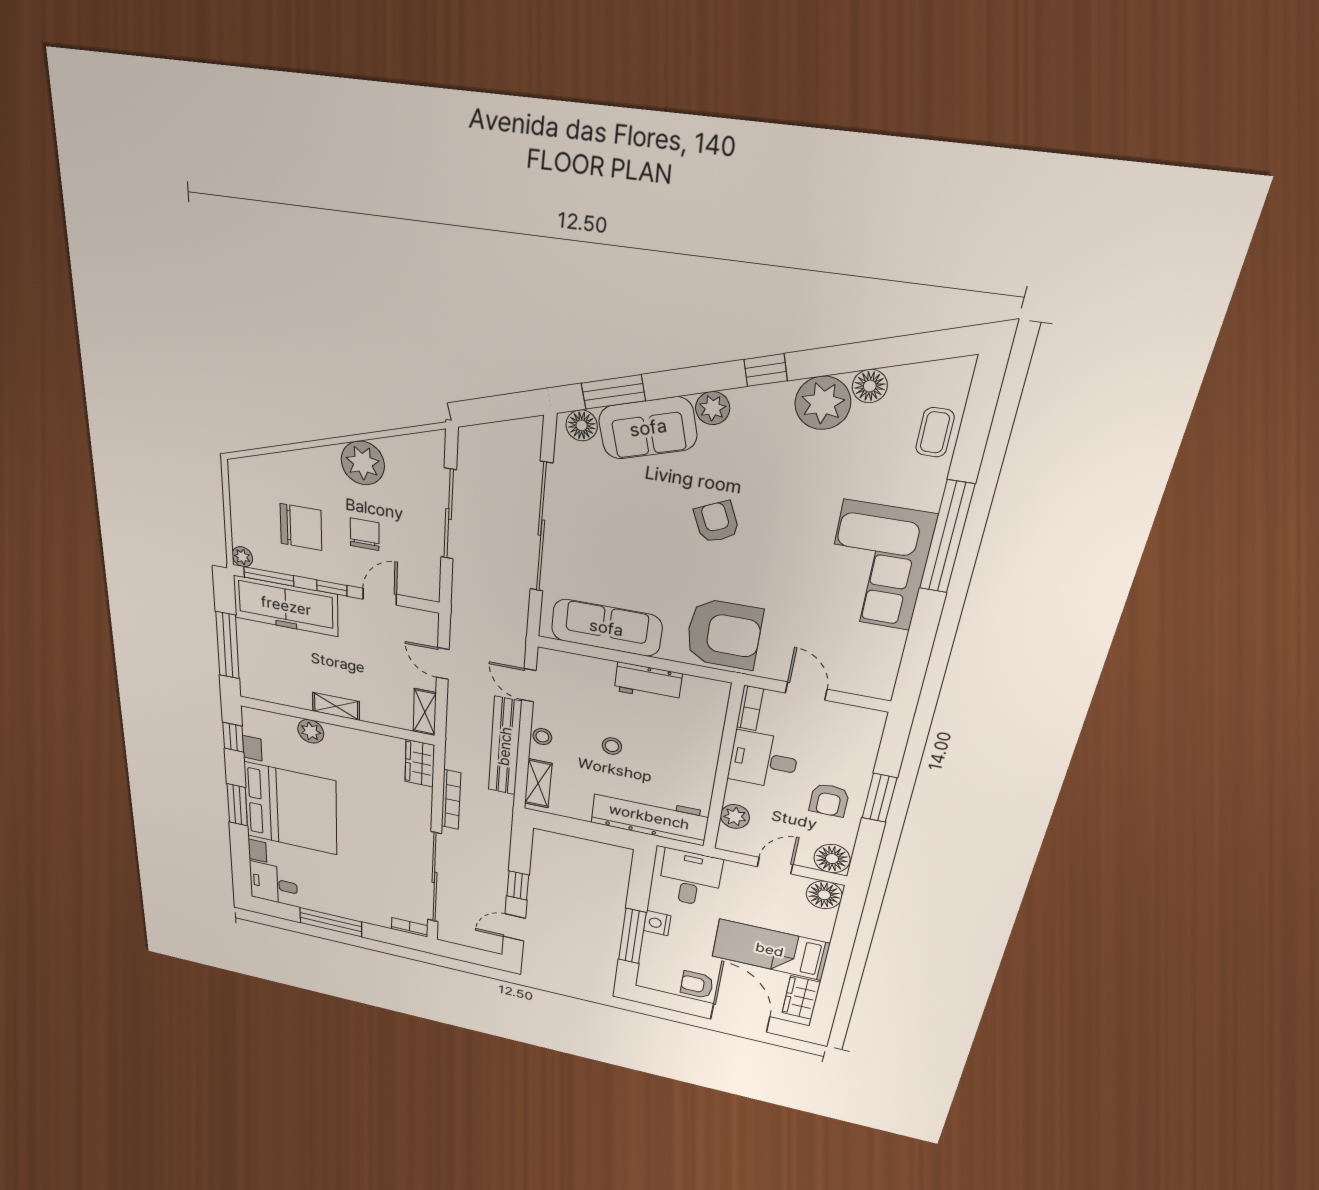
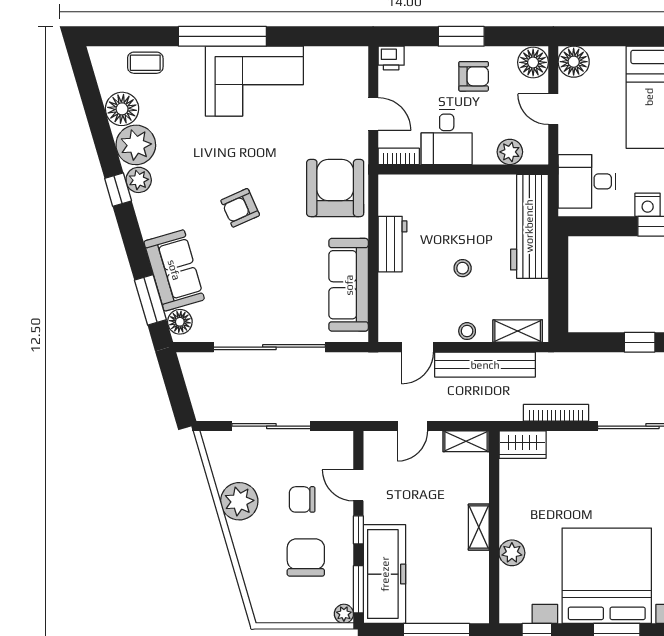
floor lamp: (870, 386) -> (122, 109), width x1.38, depth x1.38
plant: (713, 408) -> (139, 180), moved
door: (806, 691) -> (373, 114), swing flipped
printer: (871, 723) -> (391, 58), added

